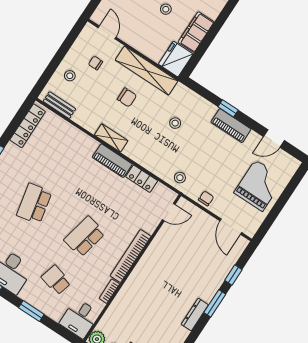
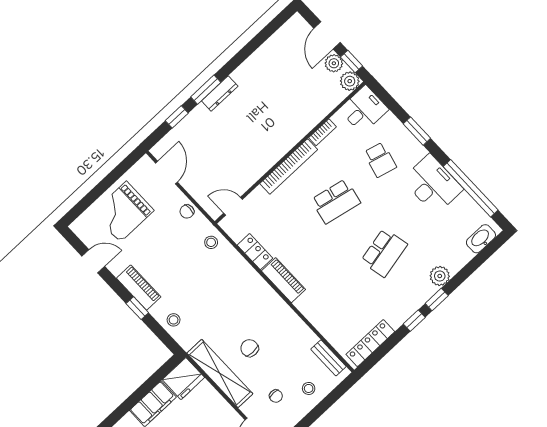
stool: (175, 123) -> (174, 320), moved
shelving: (111, 138) -> (279, 306), removed
dresser: (195, 315) -> (220, 94), moved

